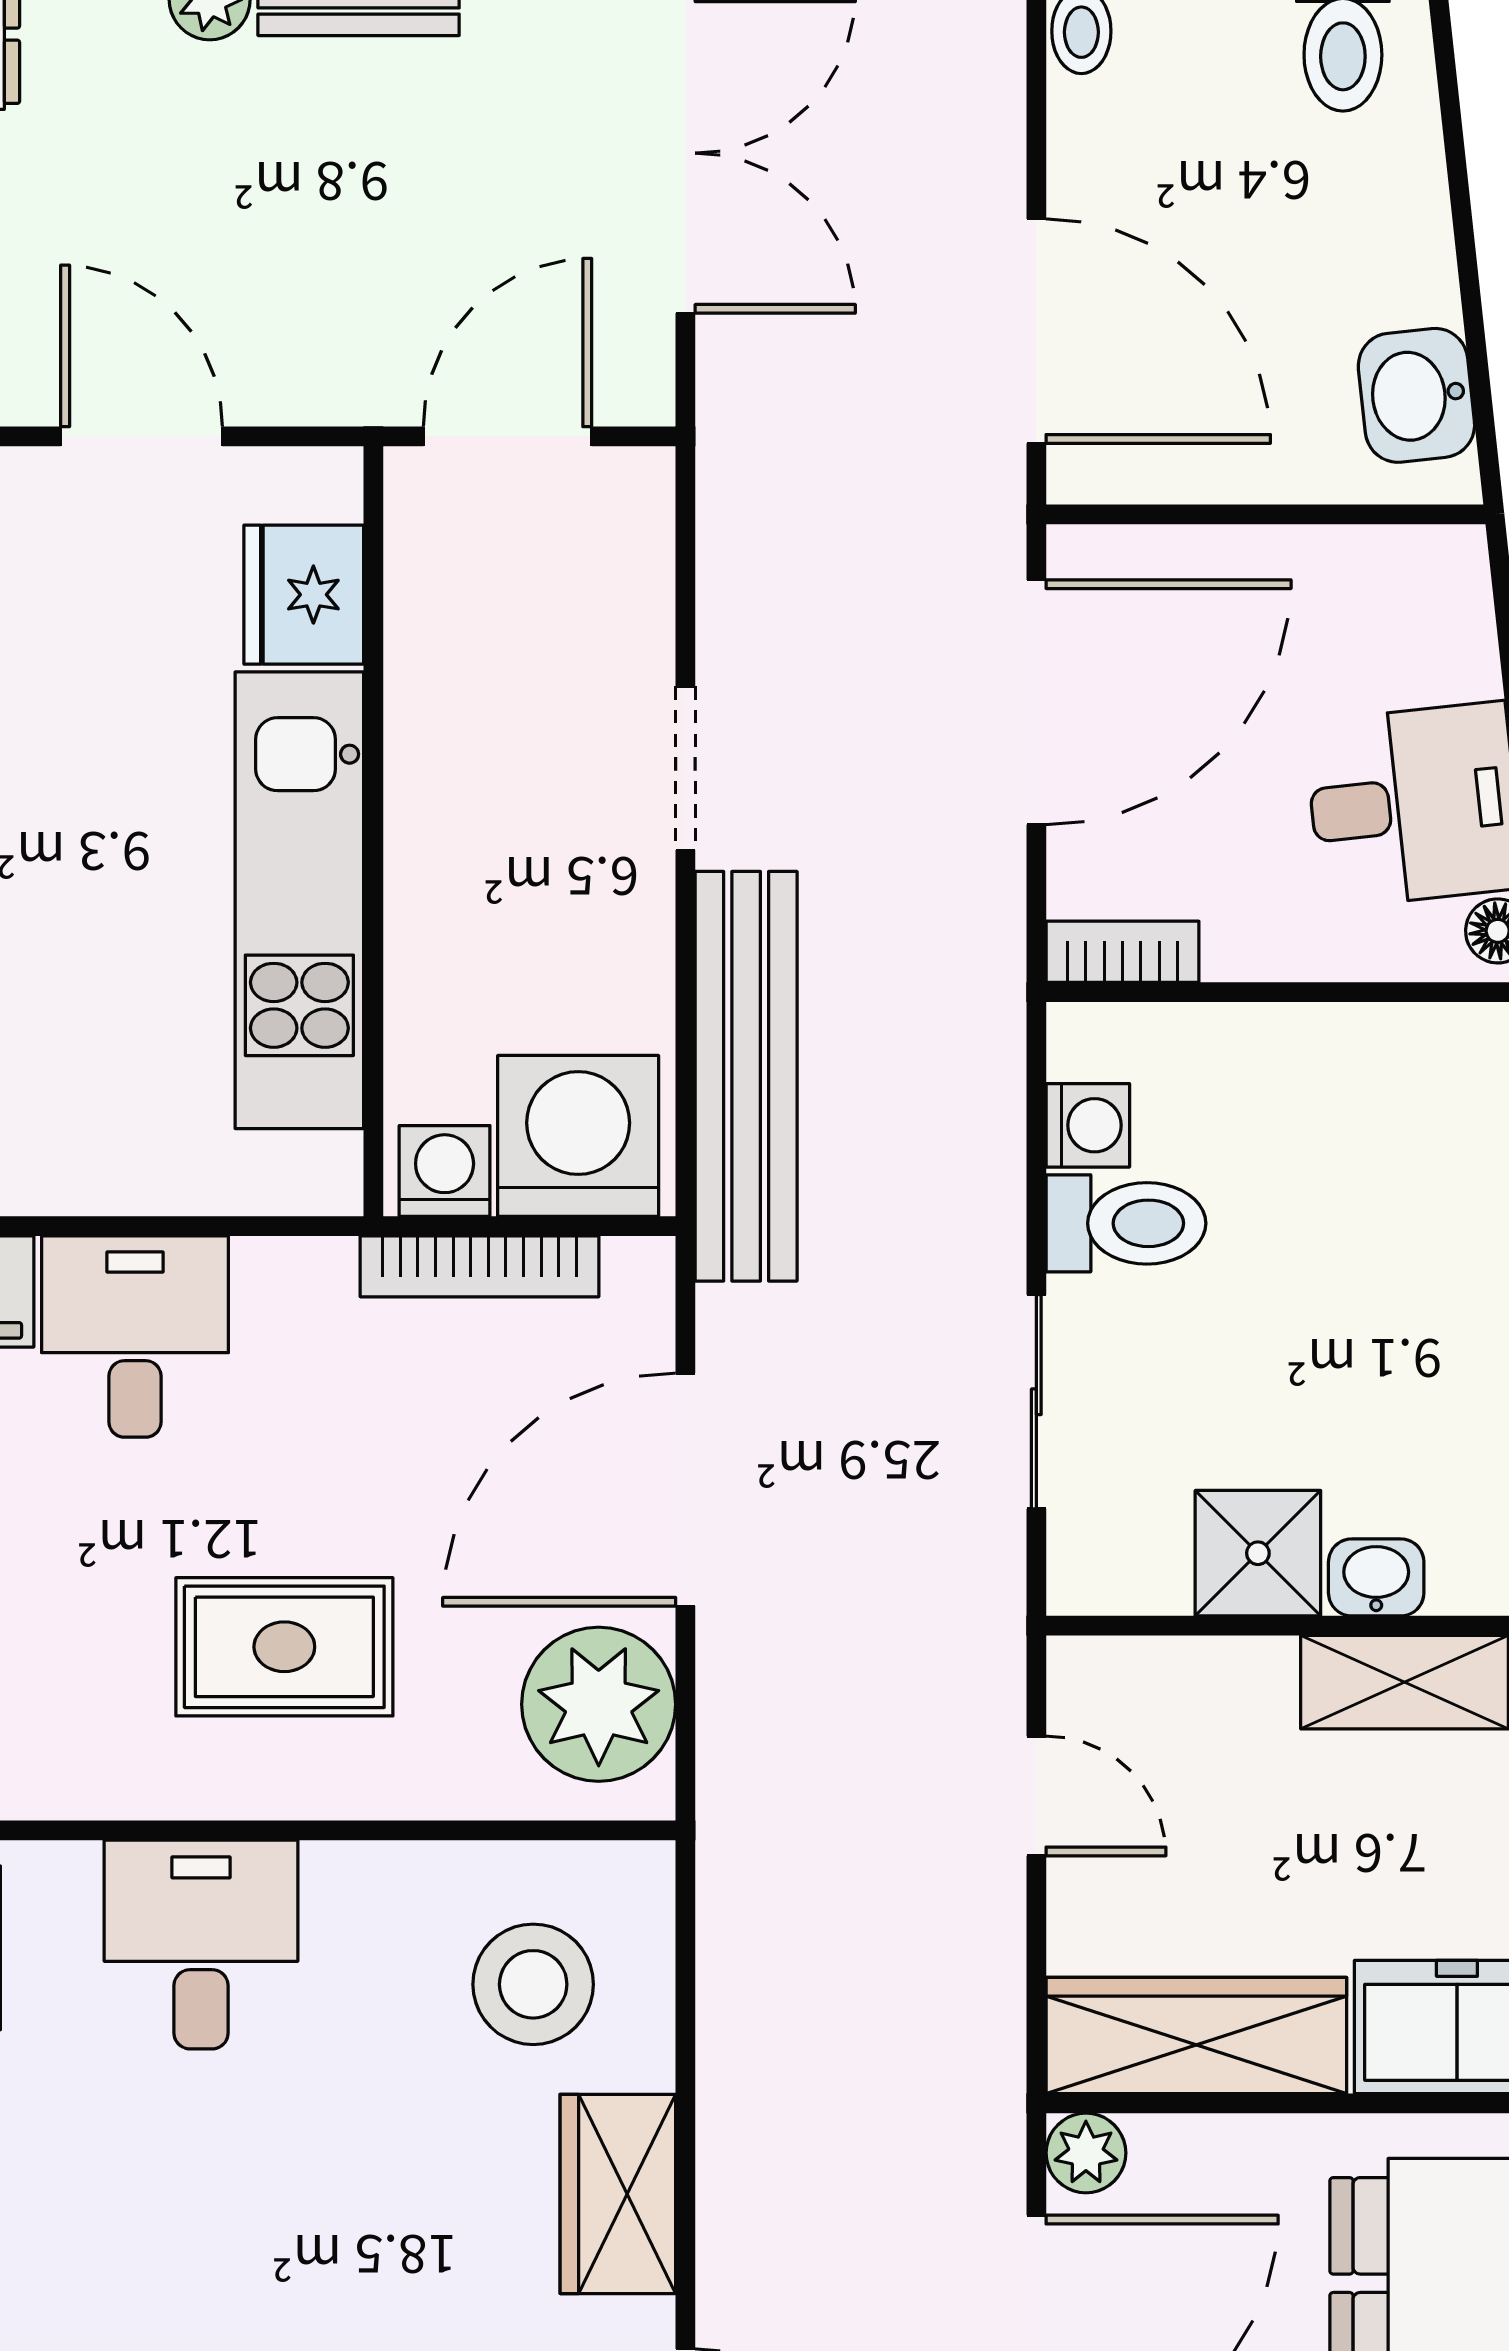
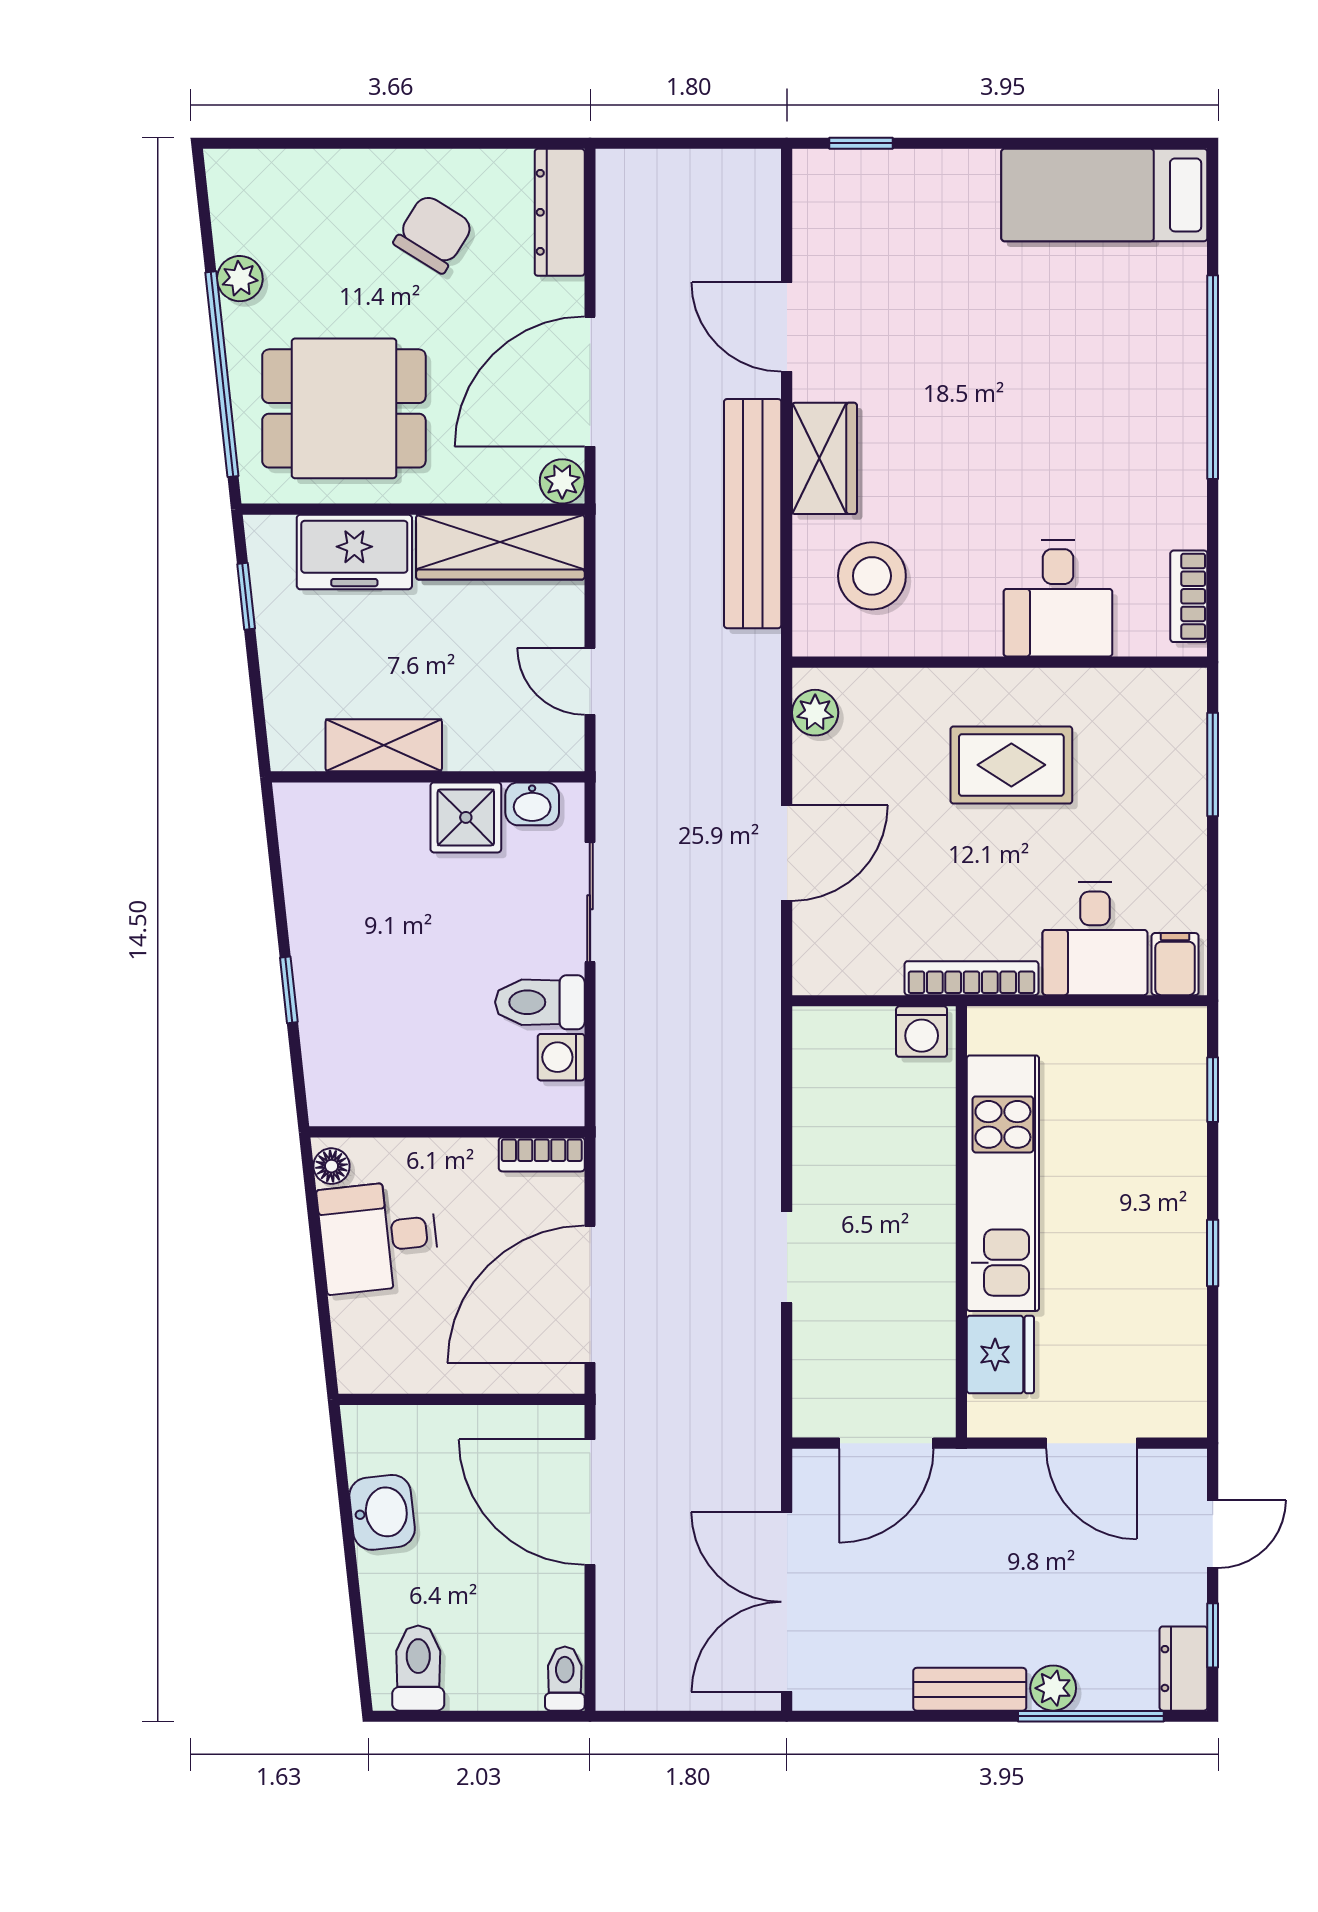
washbasin: (1416, 395) -> (382, 1512), moved
bench: (746, 1076) -> (753, 514), moved
washing machine: (578, 1136) -> (847, 1051), removed
bookcase: (480, 1266) -> (971, 978), moved
door: (685, 1490) -> (787, 853), width x0.73
washbasin: (1376, 1577) -> (532, 804), moved
plant: (599, 1704) -> (815, 713), width x0.53, depth x0.53

